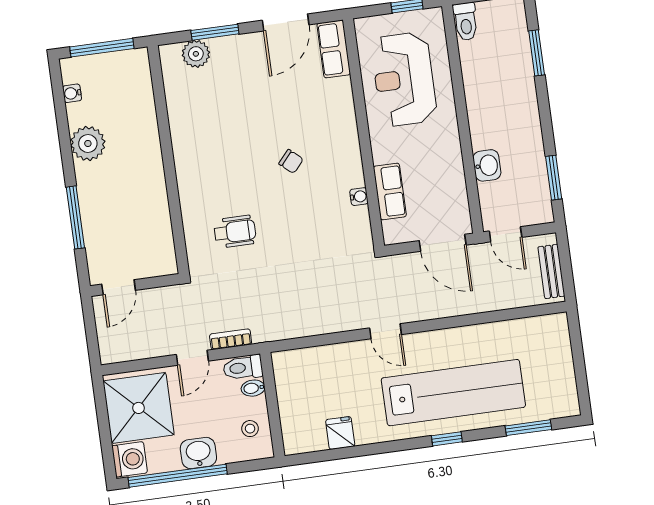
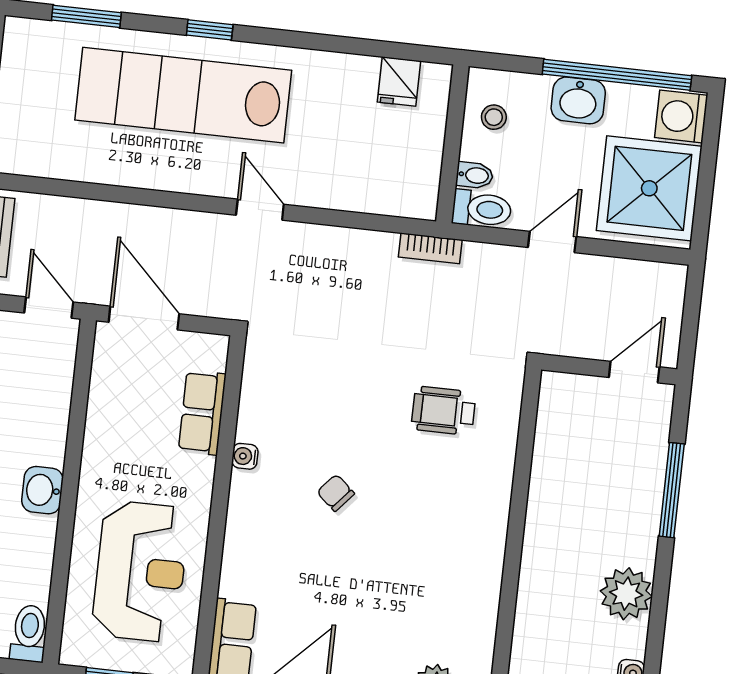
washbasin: (487, 165) -> (42, 490), moved
water cooler: (359, 197) -> (245, 456), moved
bookcase: (231, 339) -> (430, 248), moved
fridge: (340, 433) -> (399, 82), moved

